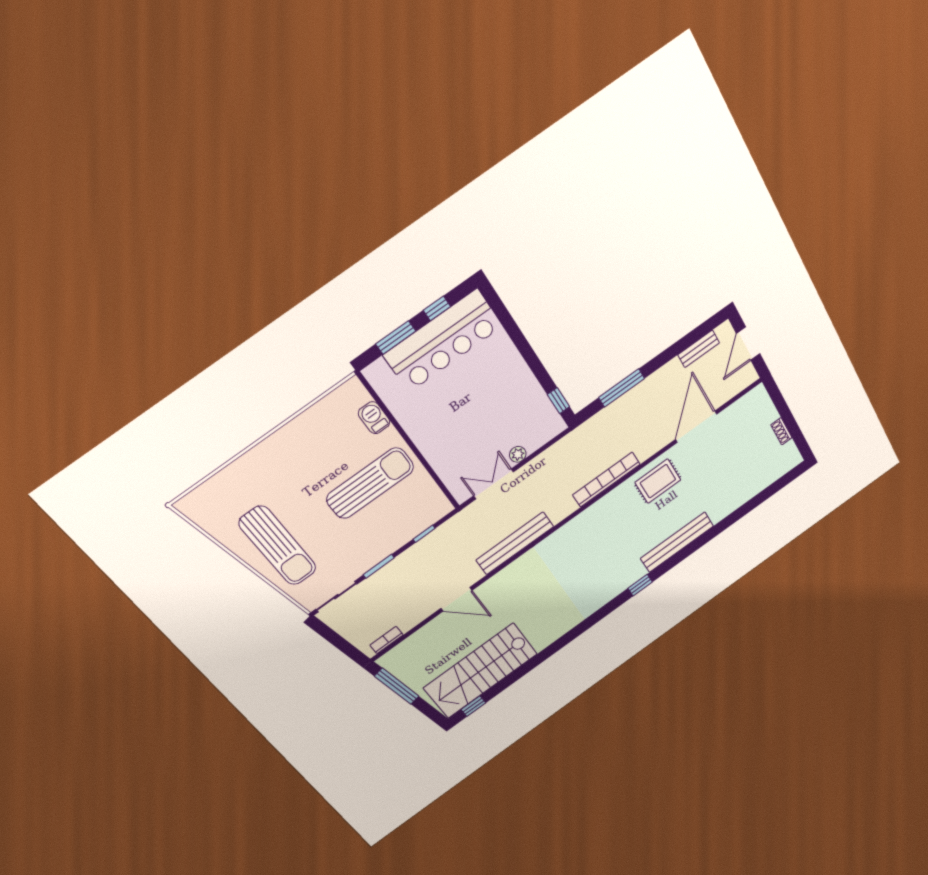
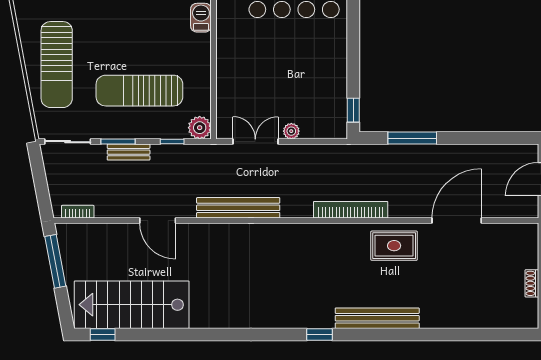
bench: (699, 349) -> (129, 152), moved
sun lounger: (370, 483) -> (139, 91), moved, turned 180
plant: (439, 507) -> (200, 128), added

